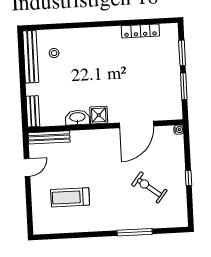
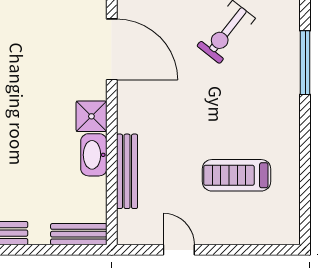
bench: (49, 137) -> (127, 171), moved
treadmill: (70, 197) -> (236, 175), turned 90

